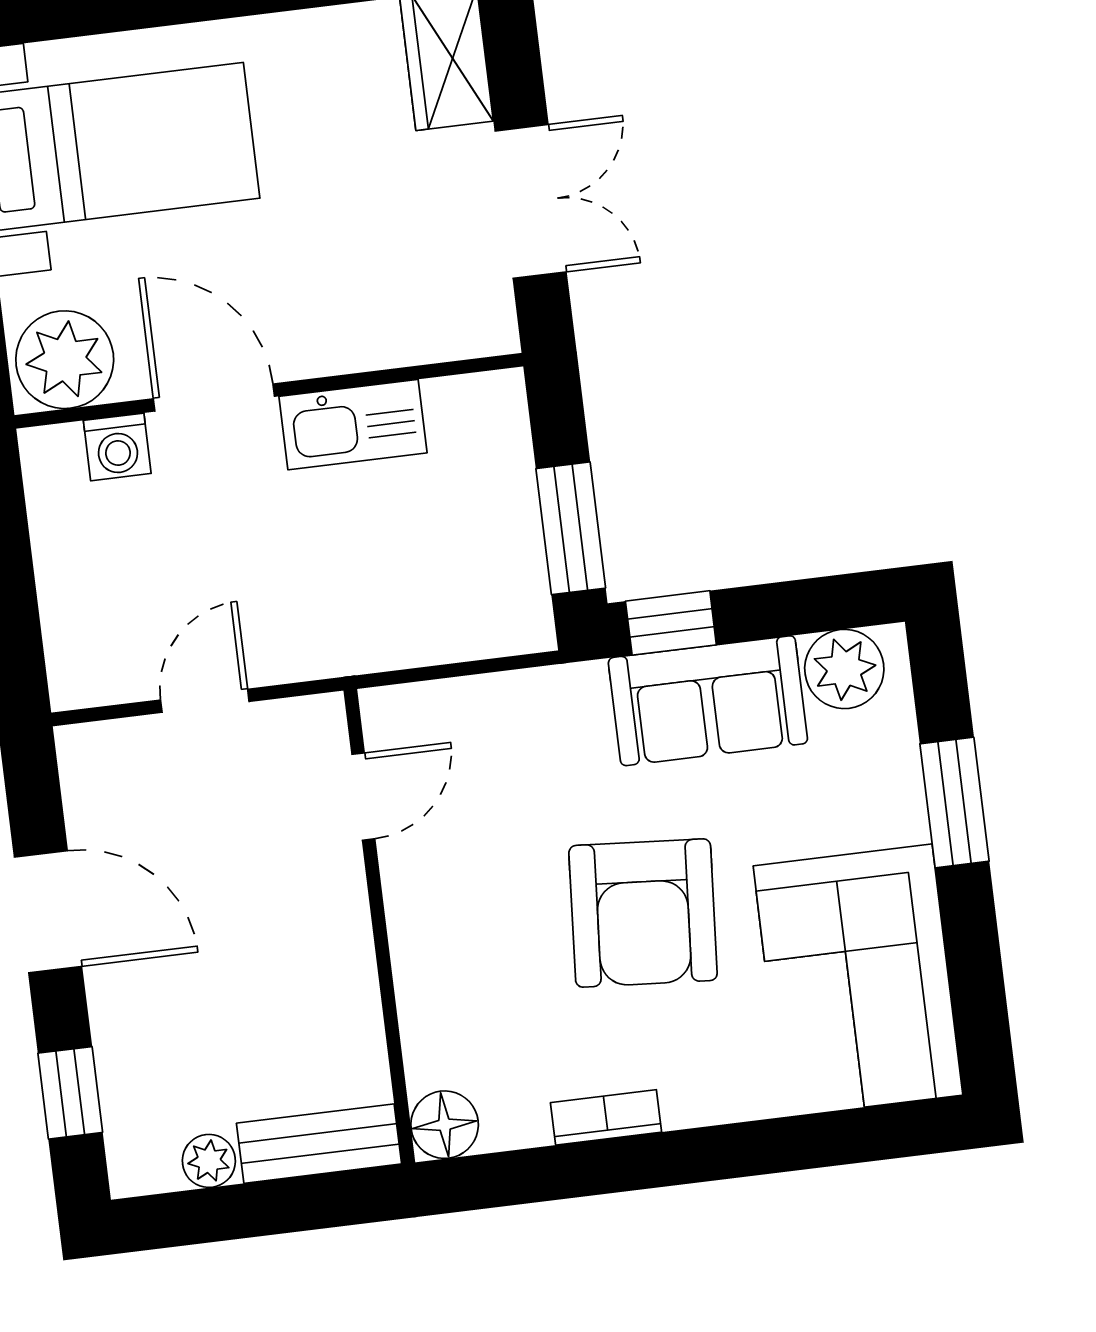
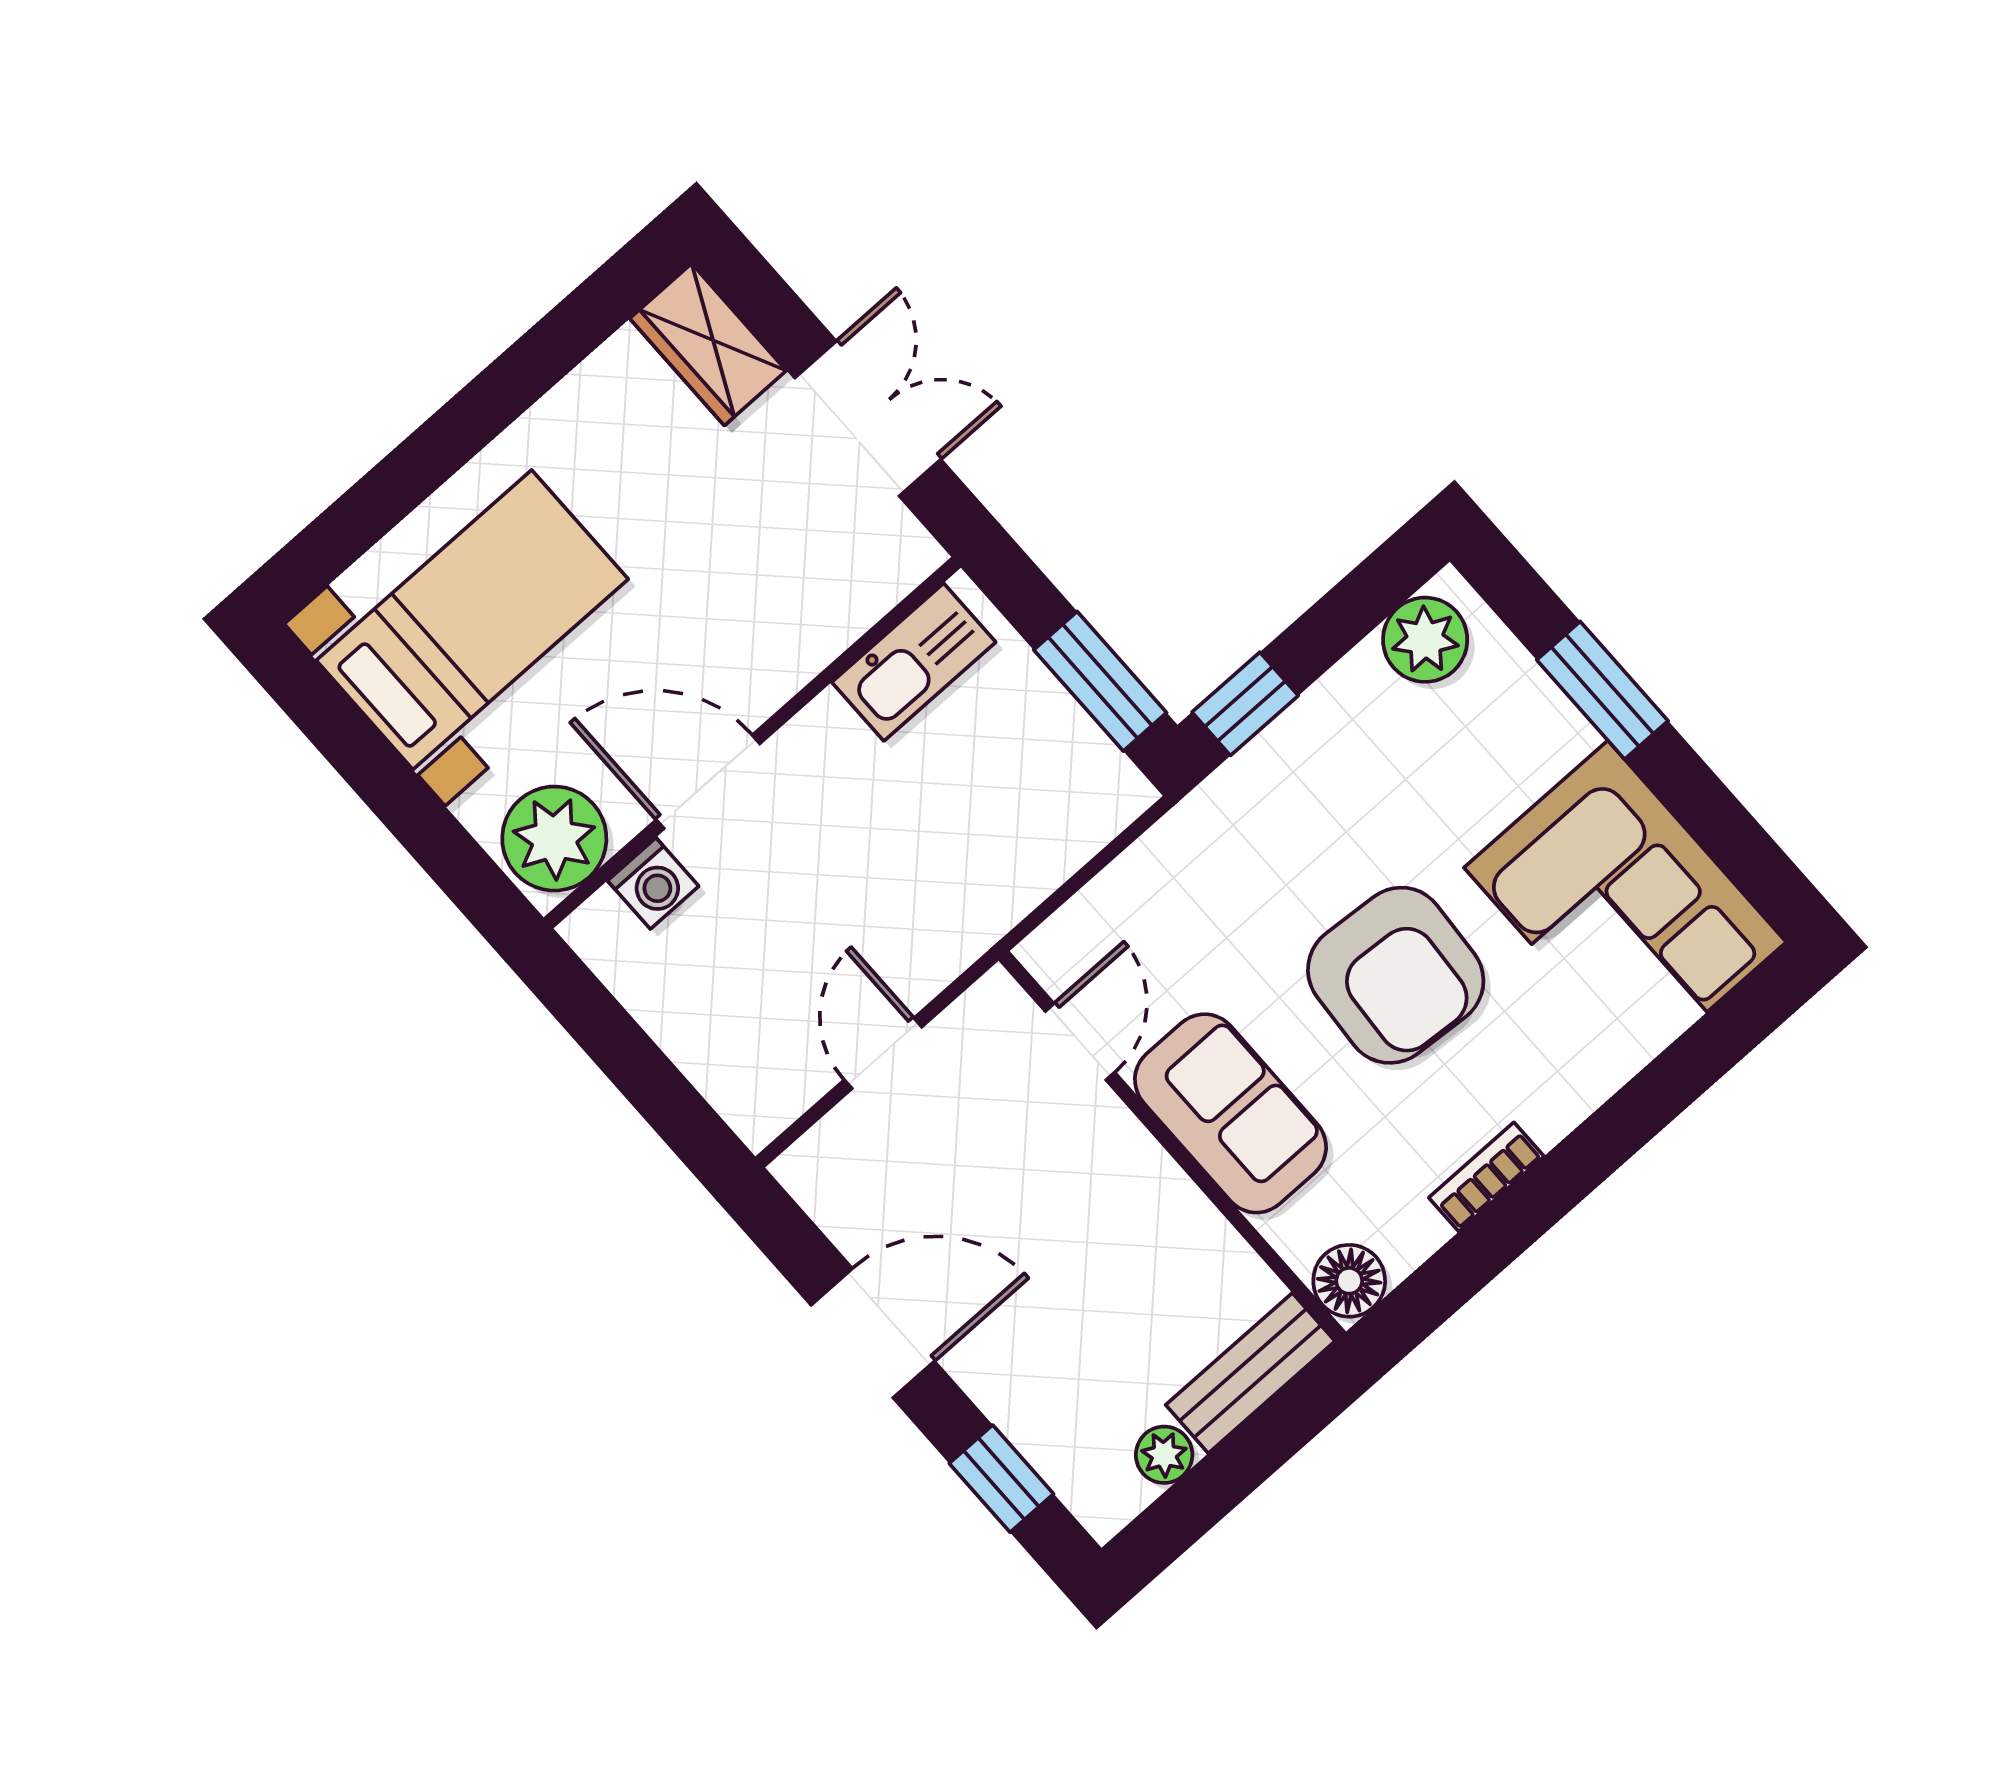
kitchen sink: (353, 425) -> (914, 662), moved
sofa: (708, 701) -> (1230, 1113), moved, turned -90

